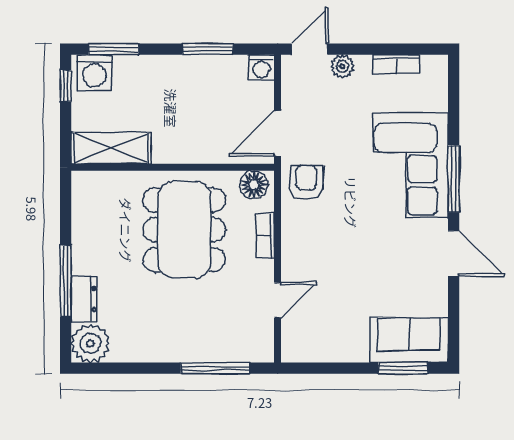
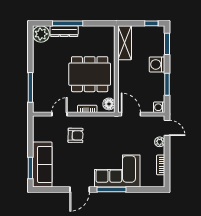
washing machine: (94, 73) -> (157, 64), moved
armchair: (306, 182) -> (75, 135), moved
dresser: (84, 299) -> (64, 31), width x1.44
door: (278, 300) -> (59, 114), swing flipped
sofa: (409, 340) -> (42, 164), width x1.36

